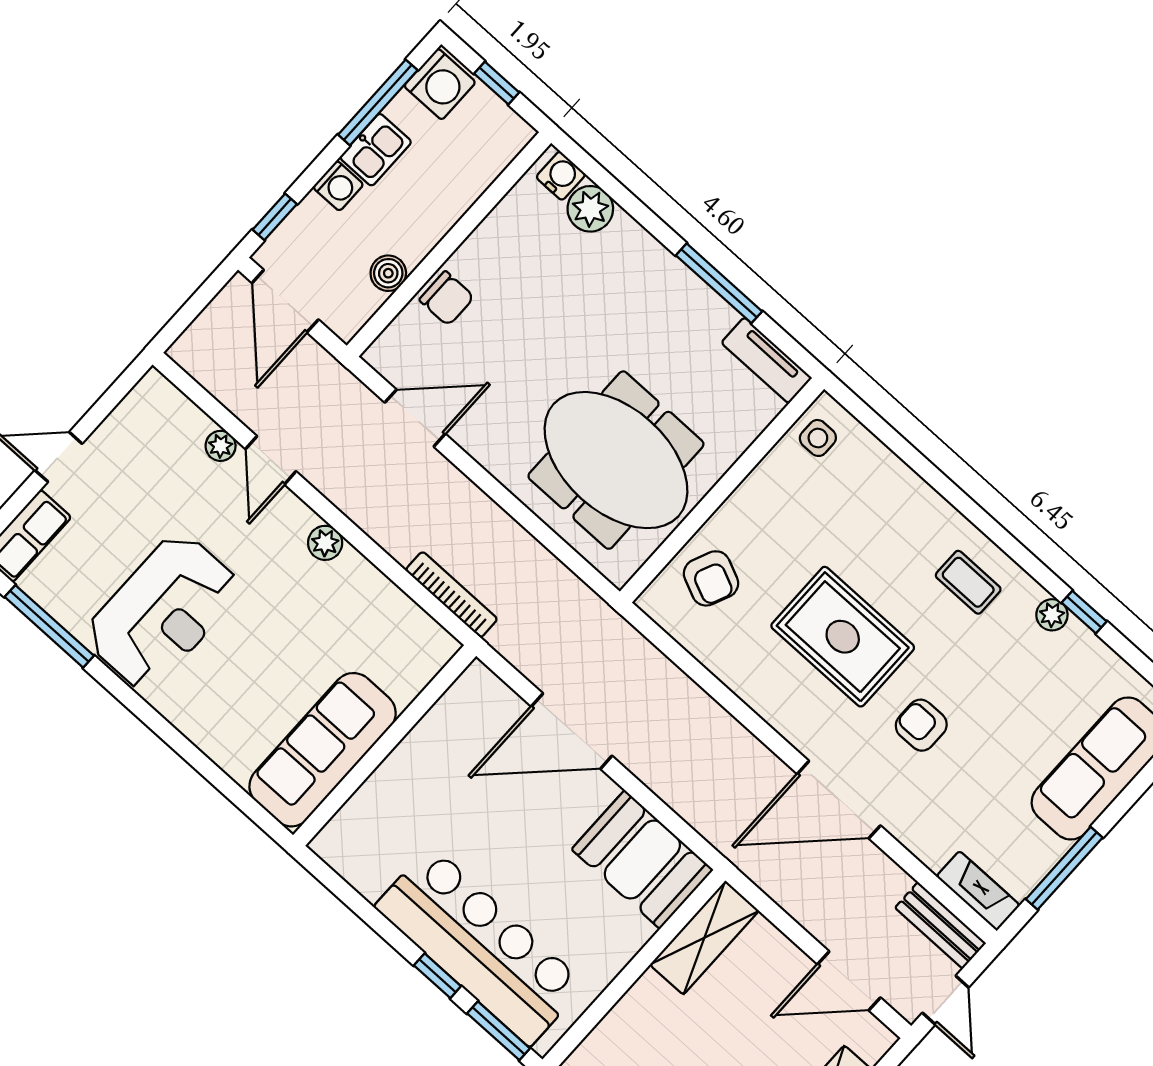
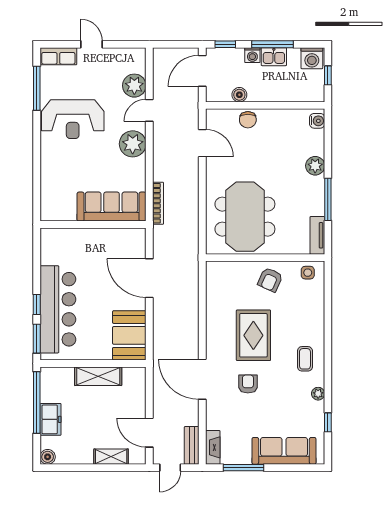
window: (378, 102) -> (273, 44), moved
plant: (590, 209) -> (315, 166), moved
plant: (221, 446) -> (134, 86), width x1.88, depth x1.88
plant: (325, 543) -> (133, 144), width x1.88, depth x1.88
armchair: (711, 578) -> (270, 280), moved
window: (1084, 612) -> (328, 422), moved
sofa: (323, 750) -> (112, 207), moved
shelving: (704, 938) -> (98, 376), moved

